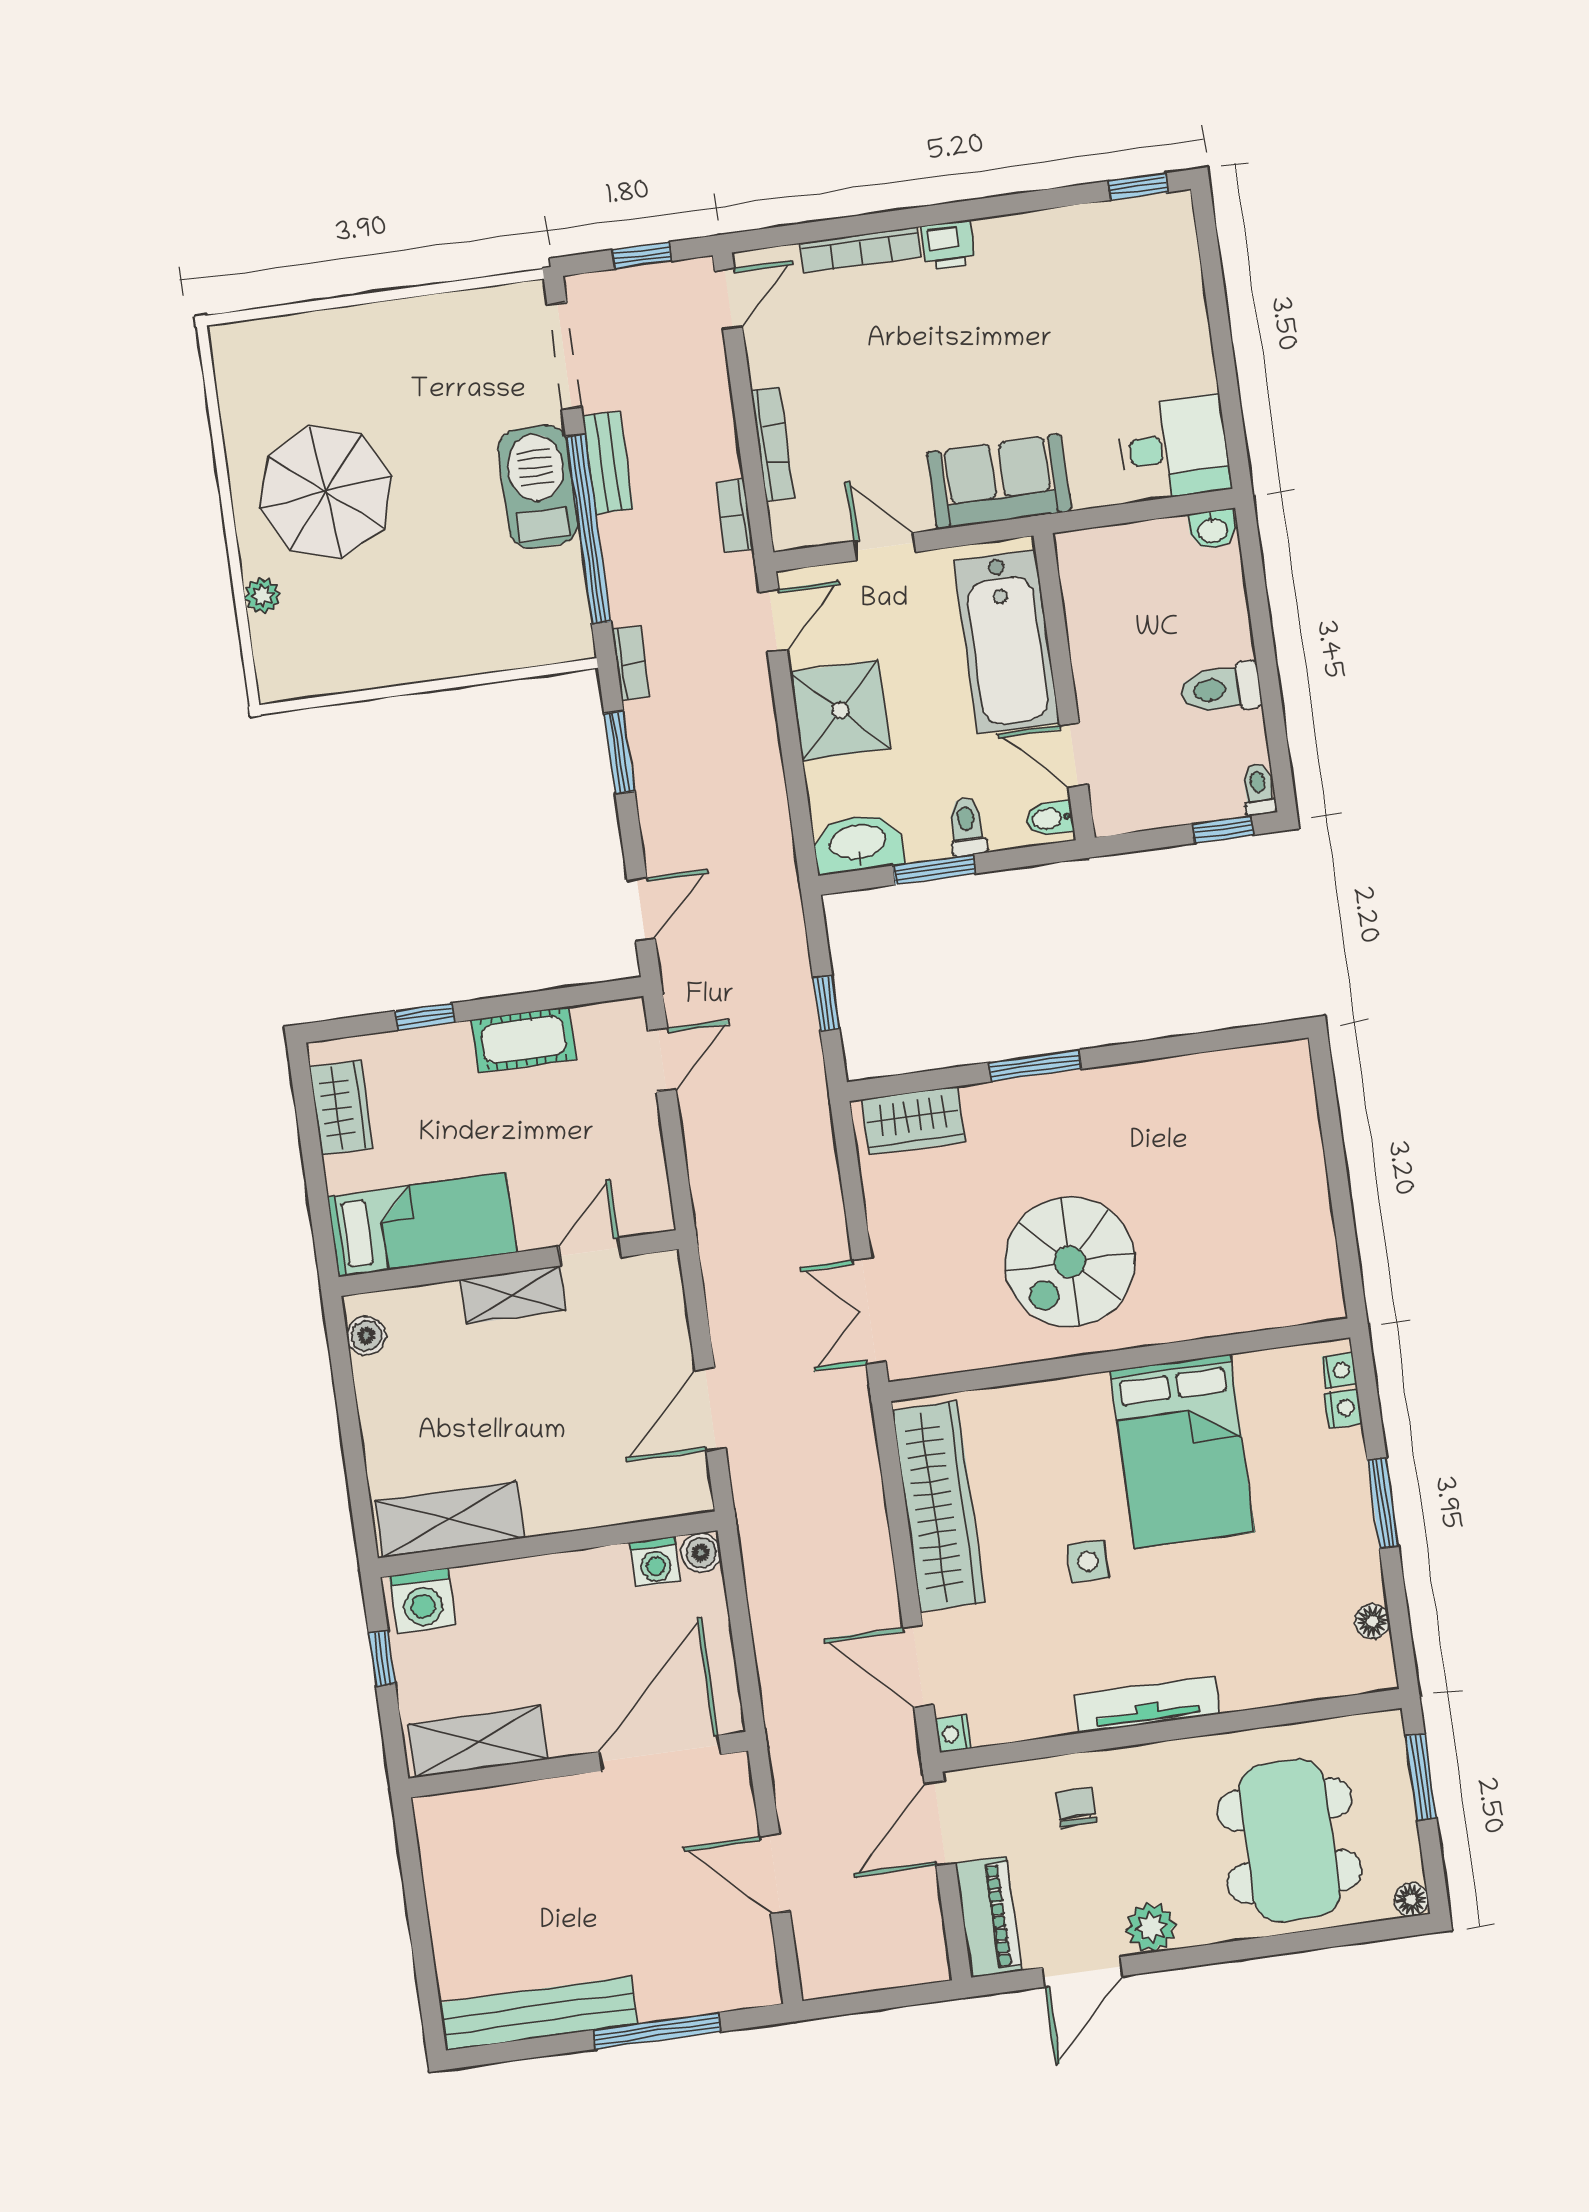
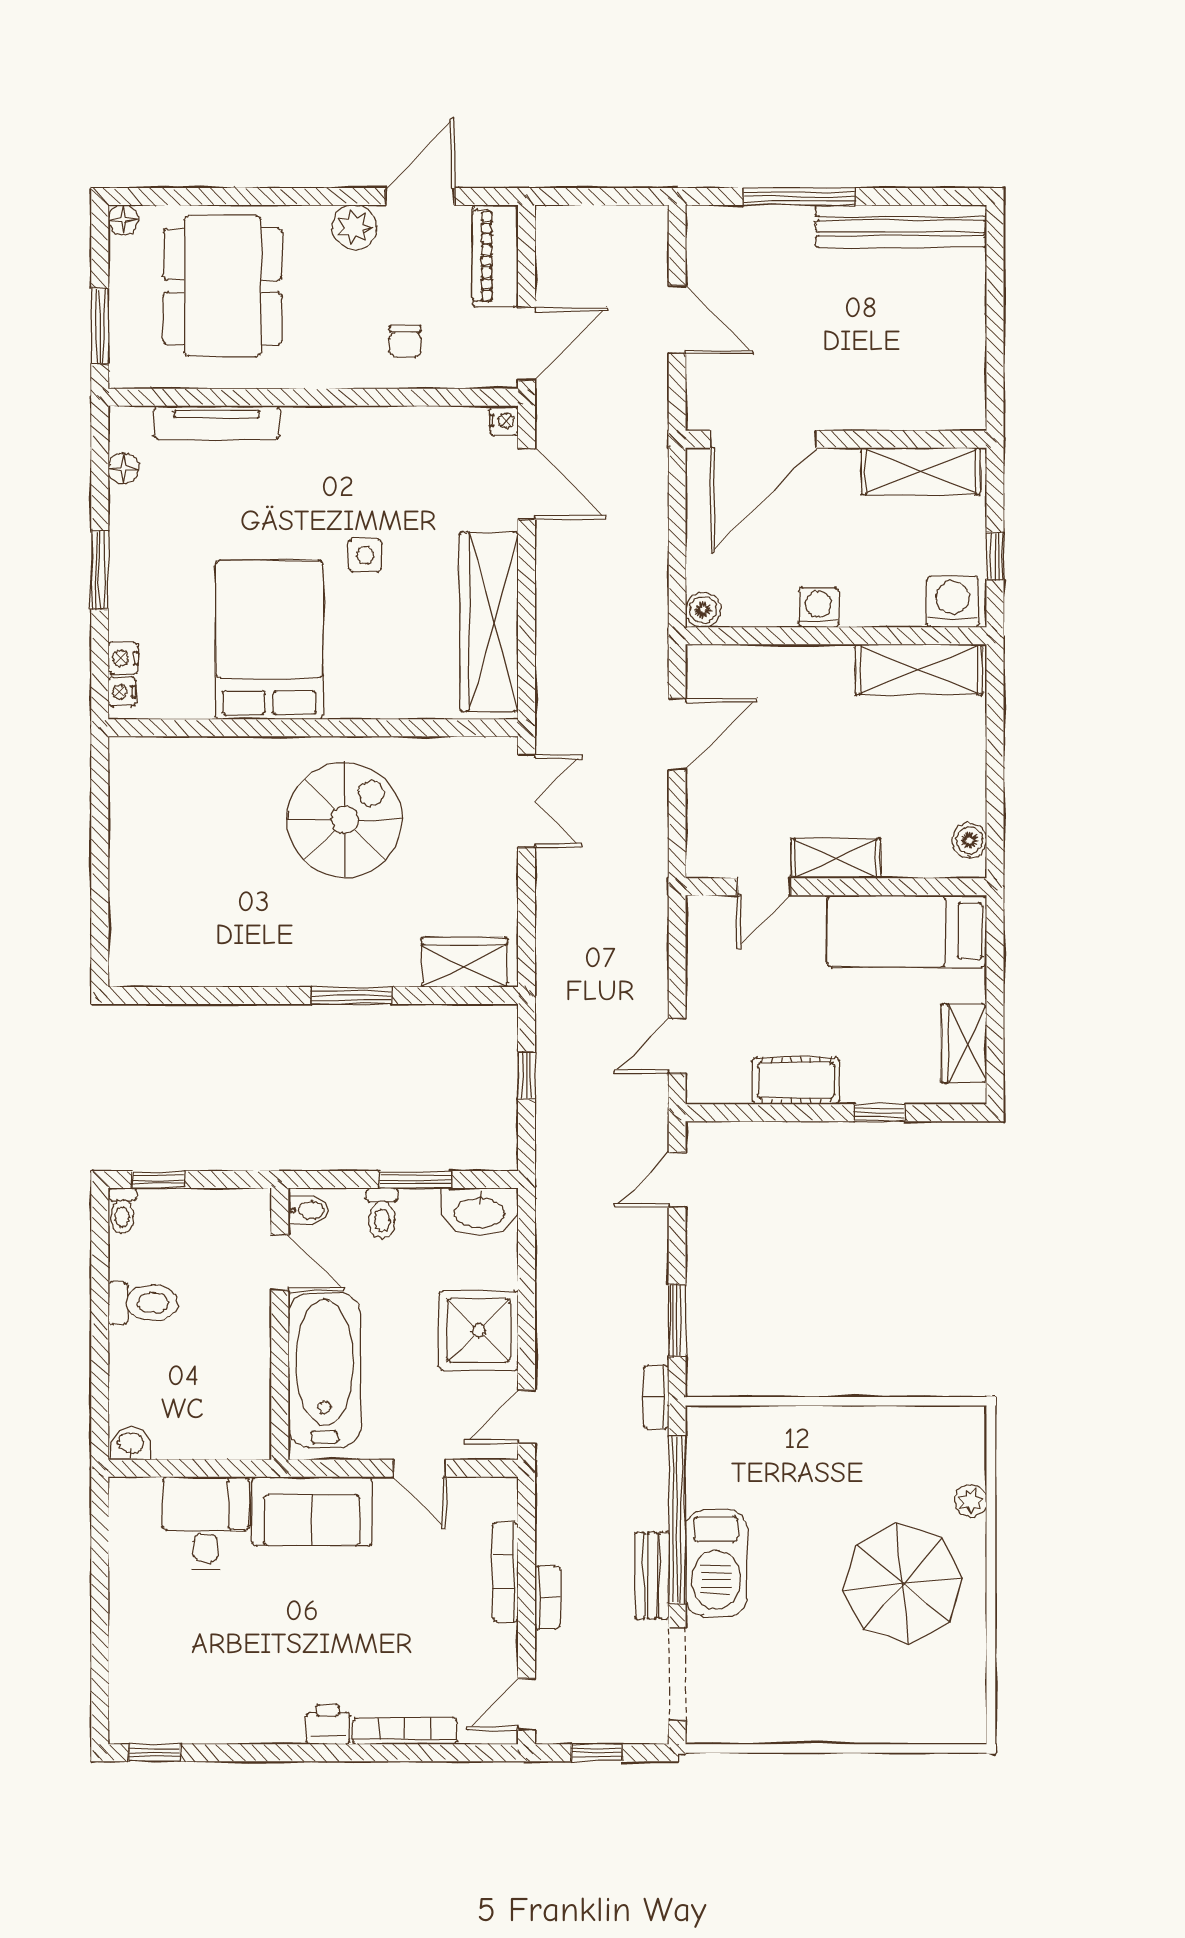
desk: (1174, 448) -> (206, 1523), moved, turned 90
bookcase: (734, 516) -> (548, 1597), moved
washing machine: (655, 1562) -> (818, 607), moved
tv unit: (1147, 1705) -> (217, 423), moved

